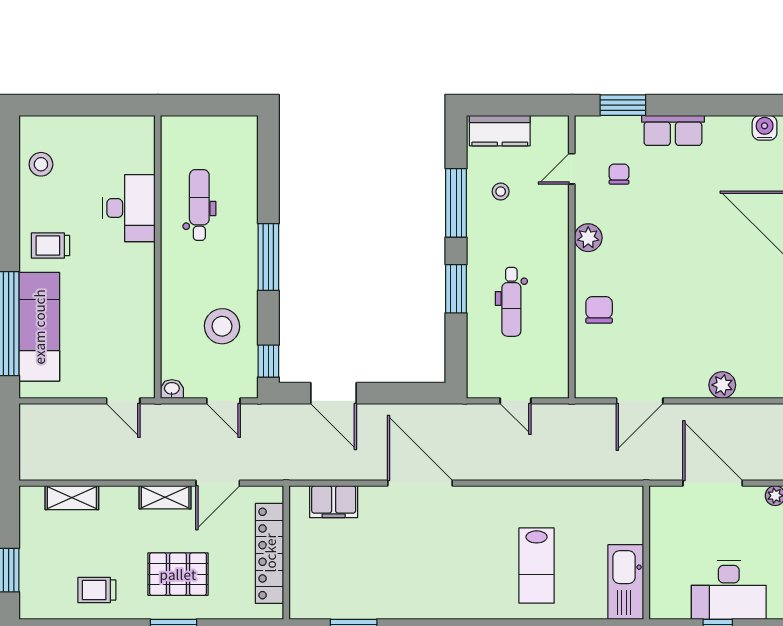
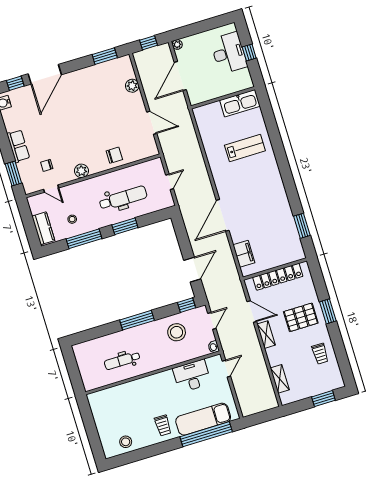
desk: (129, 208) -> (192, 376), moved
dental chair: (511, 302) -> (123, 198), width x1.36, depth x1.38
chair: (599, 310) -> (114, 155), turned 180
pallet: (178, 574) -> (301, 317), turned 90

